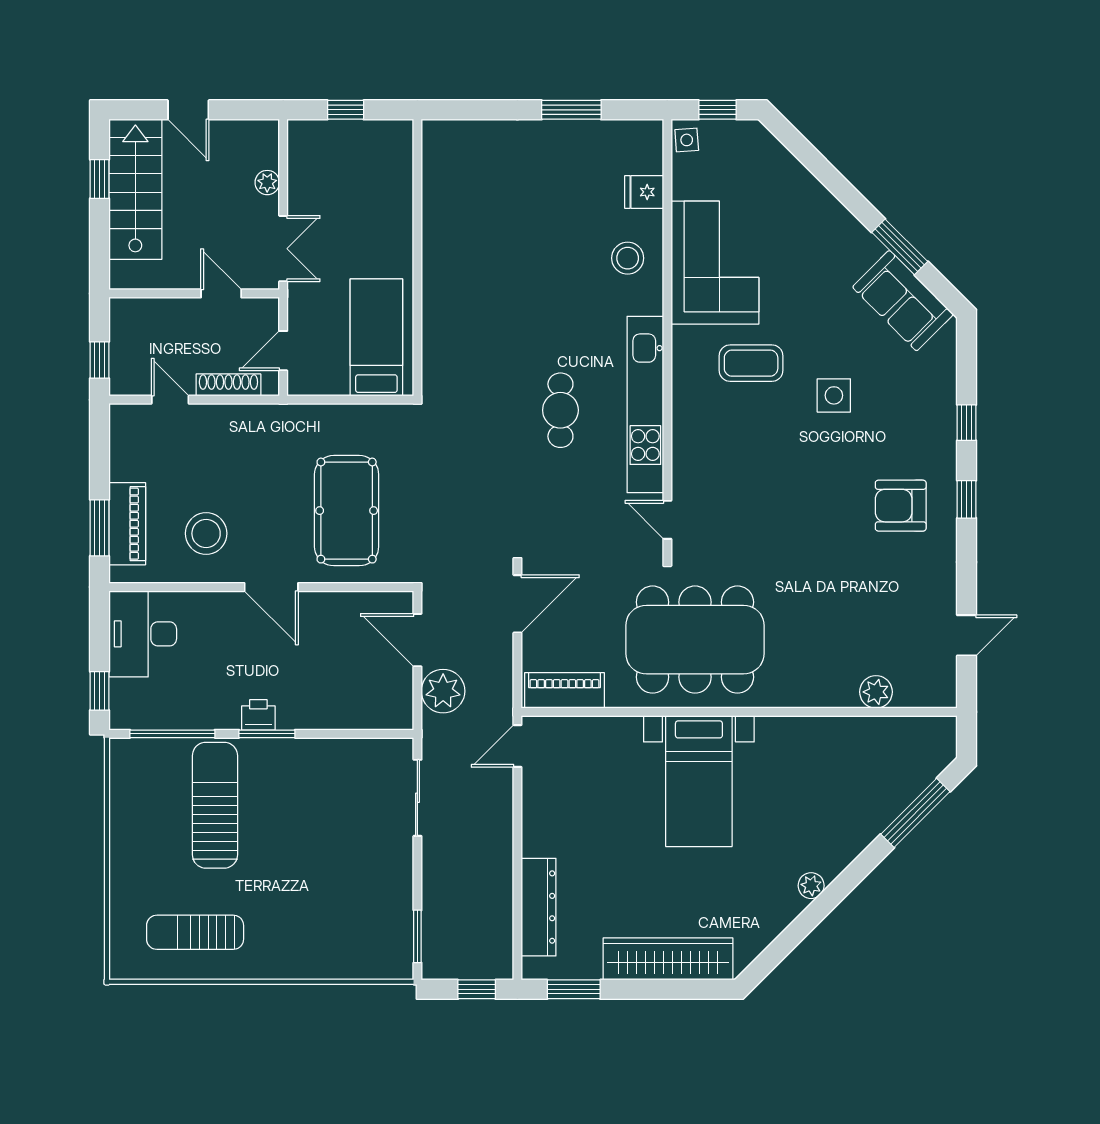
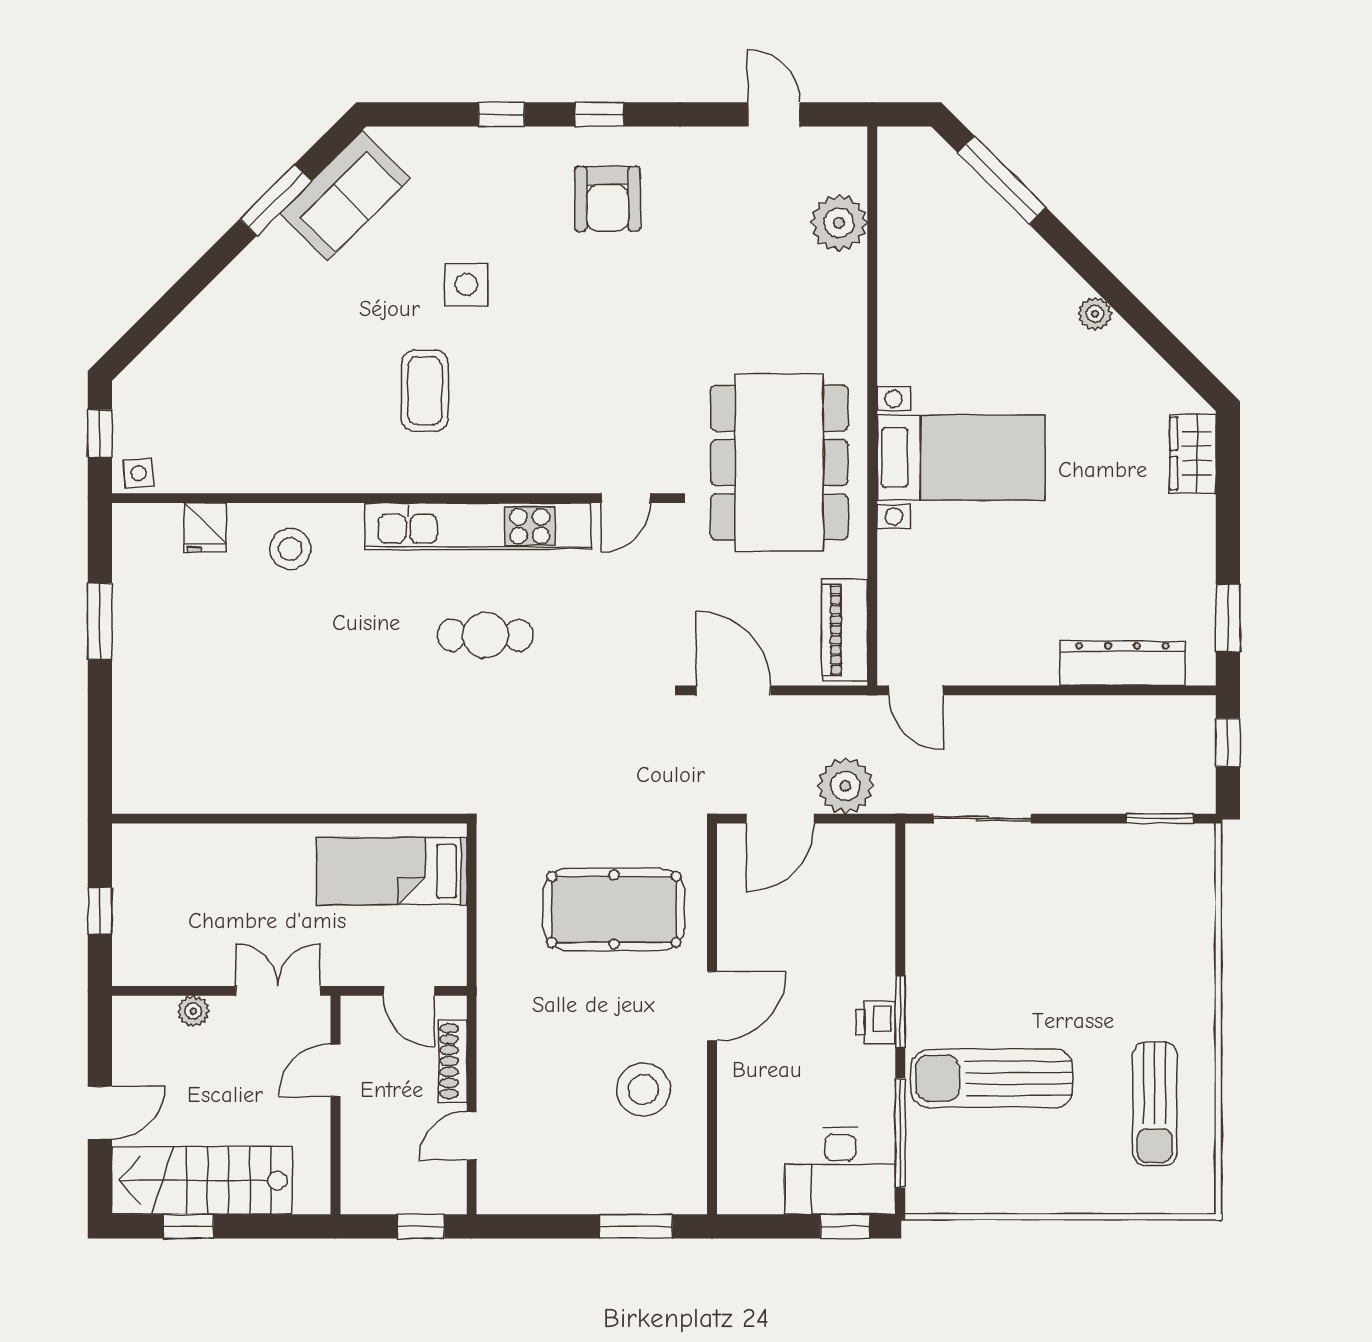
corner sofa: (715, 263) -> (296, 437), removed
piano: (127, 524) -> (631, 1191), removed
desk: (143, 634) -> (840, 1171), moved
plant: (876, 692) -> (839, 223), width x1.36, depth x1.36
wardrobe: (668, 959) -> (1193, 454), width x0.48, depth x0.85

